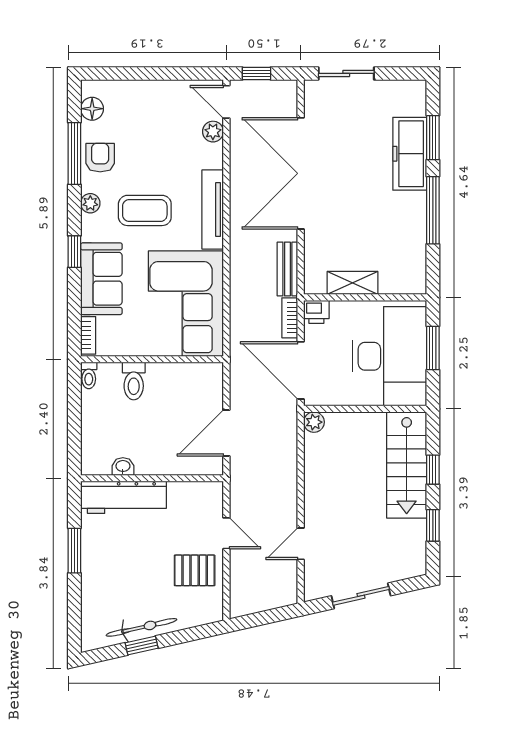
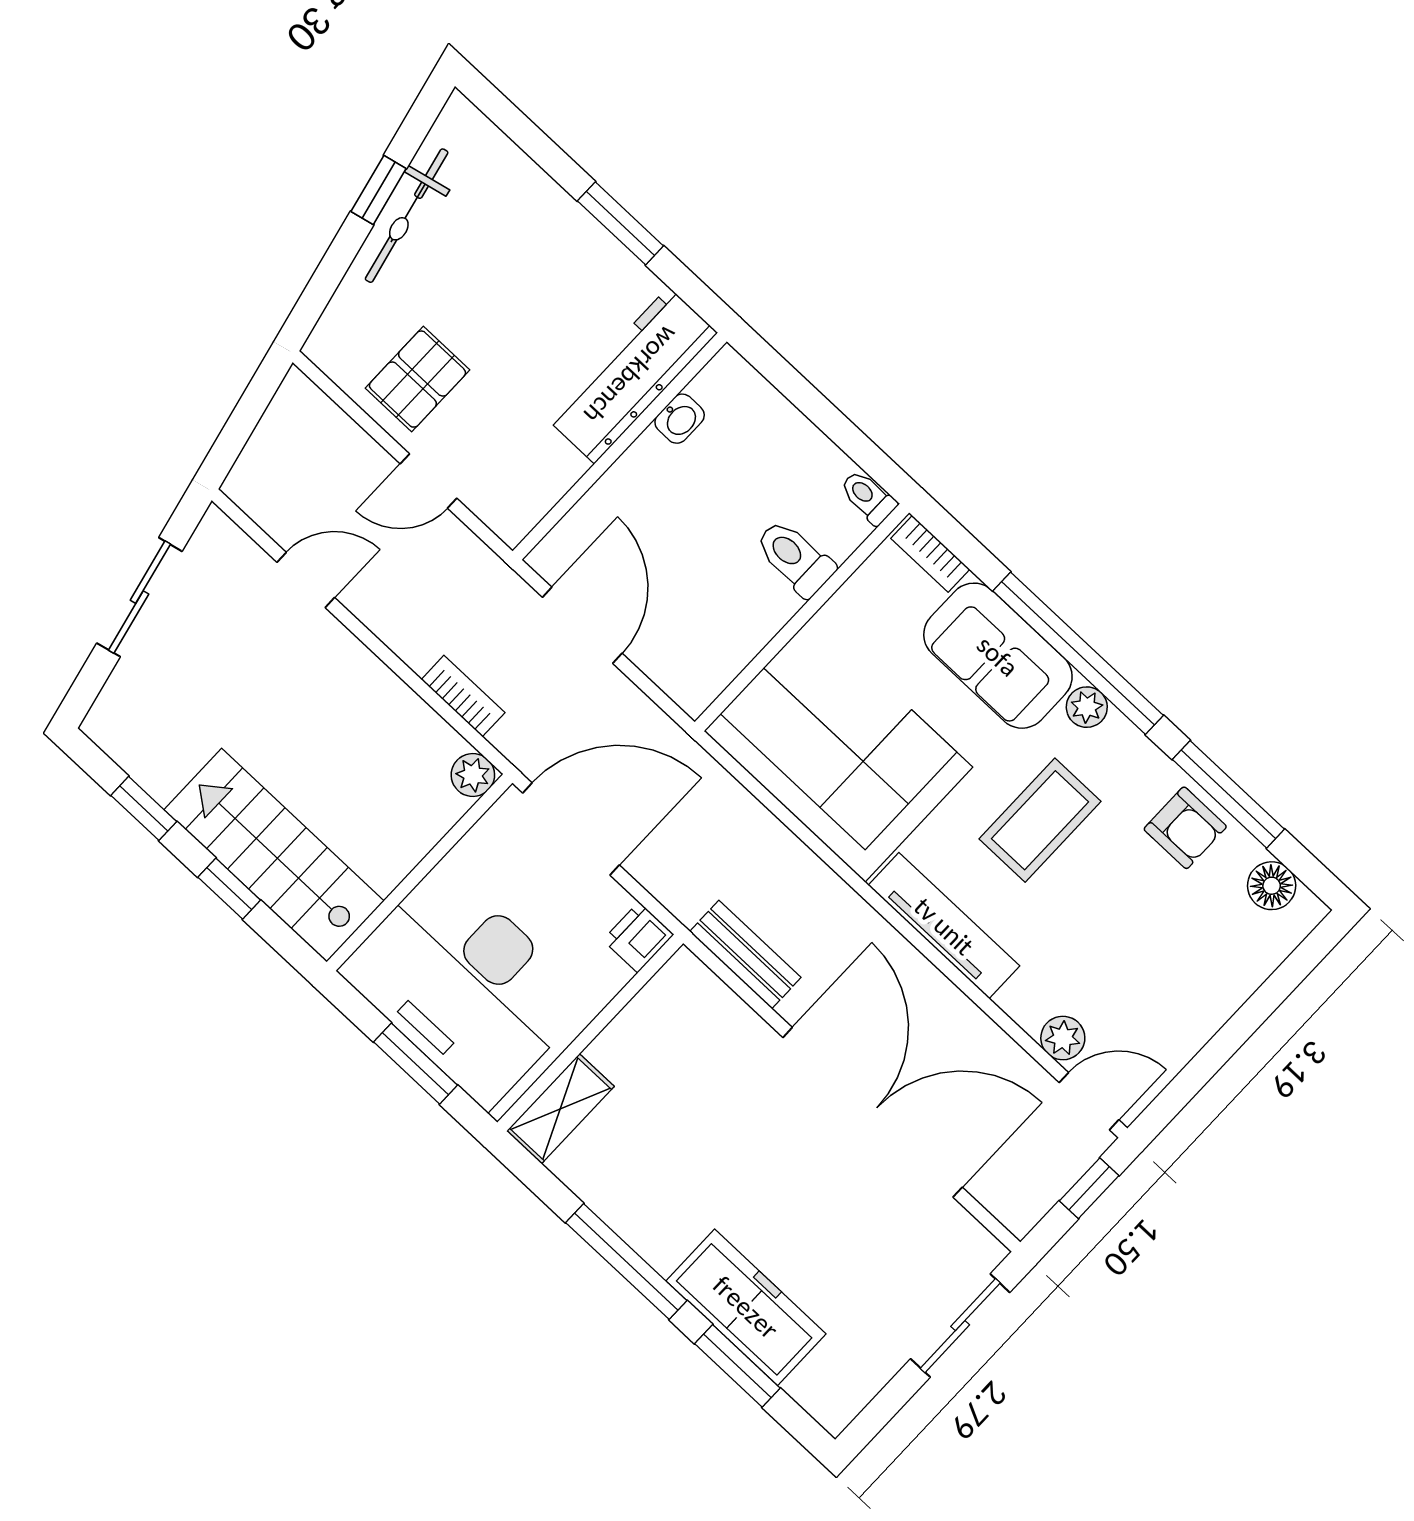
plant: (90, 203) -> (1087, 707), moved
window: (74, 252) -> (1078, 653), width x3.17
shelving: (353, 283) -> (560, 1109), moved
bookcase: (290, 318) -> (463, 696), moved
door: (301, 544) -> (306, 580), hinge flipped

